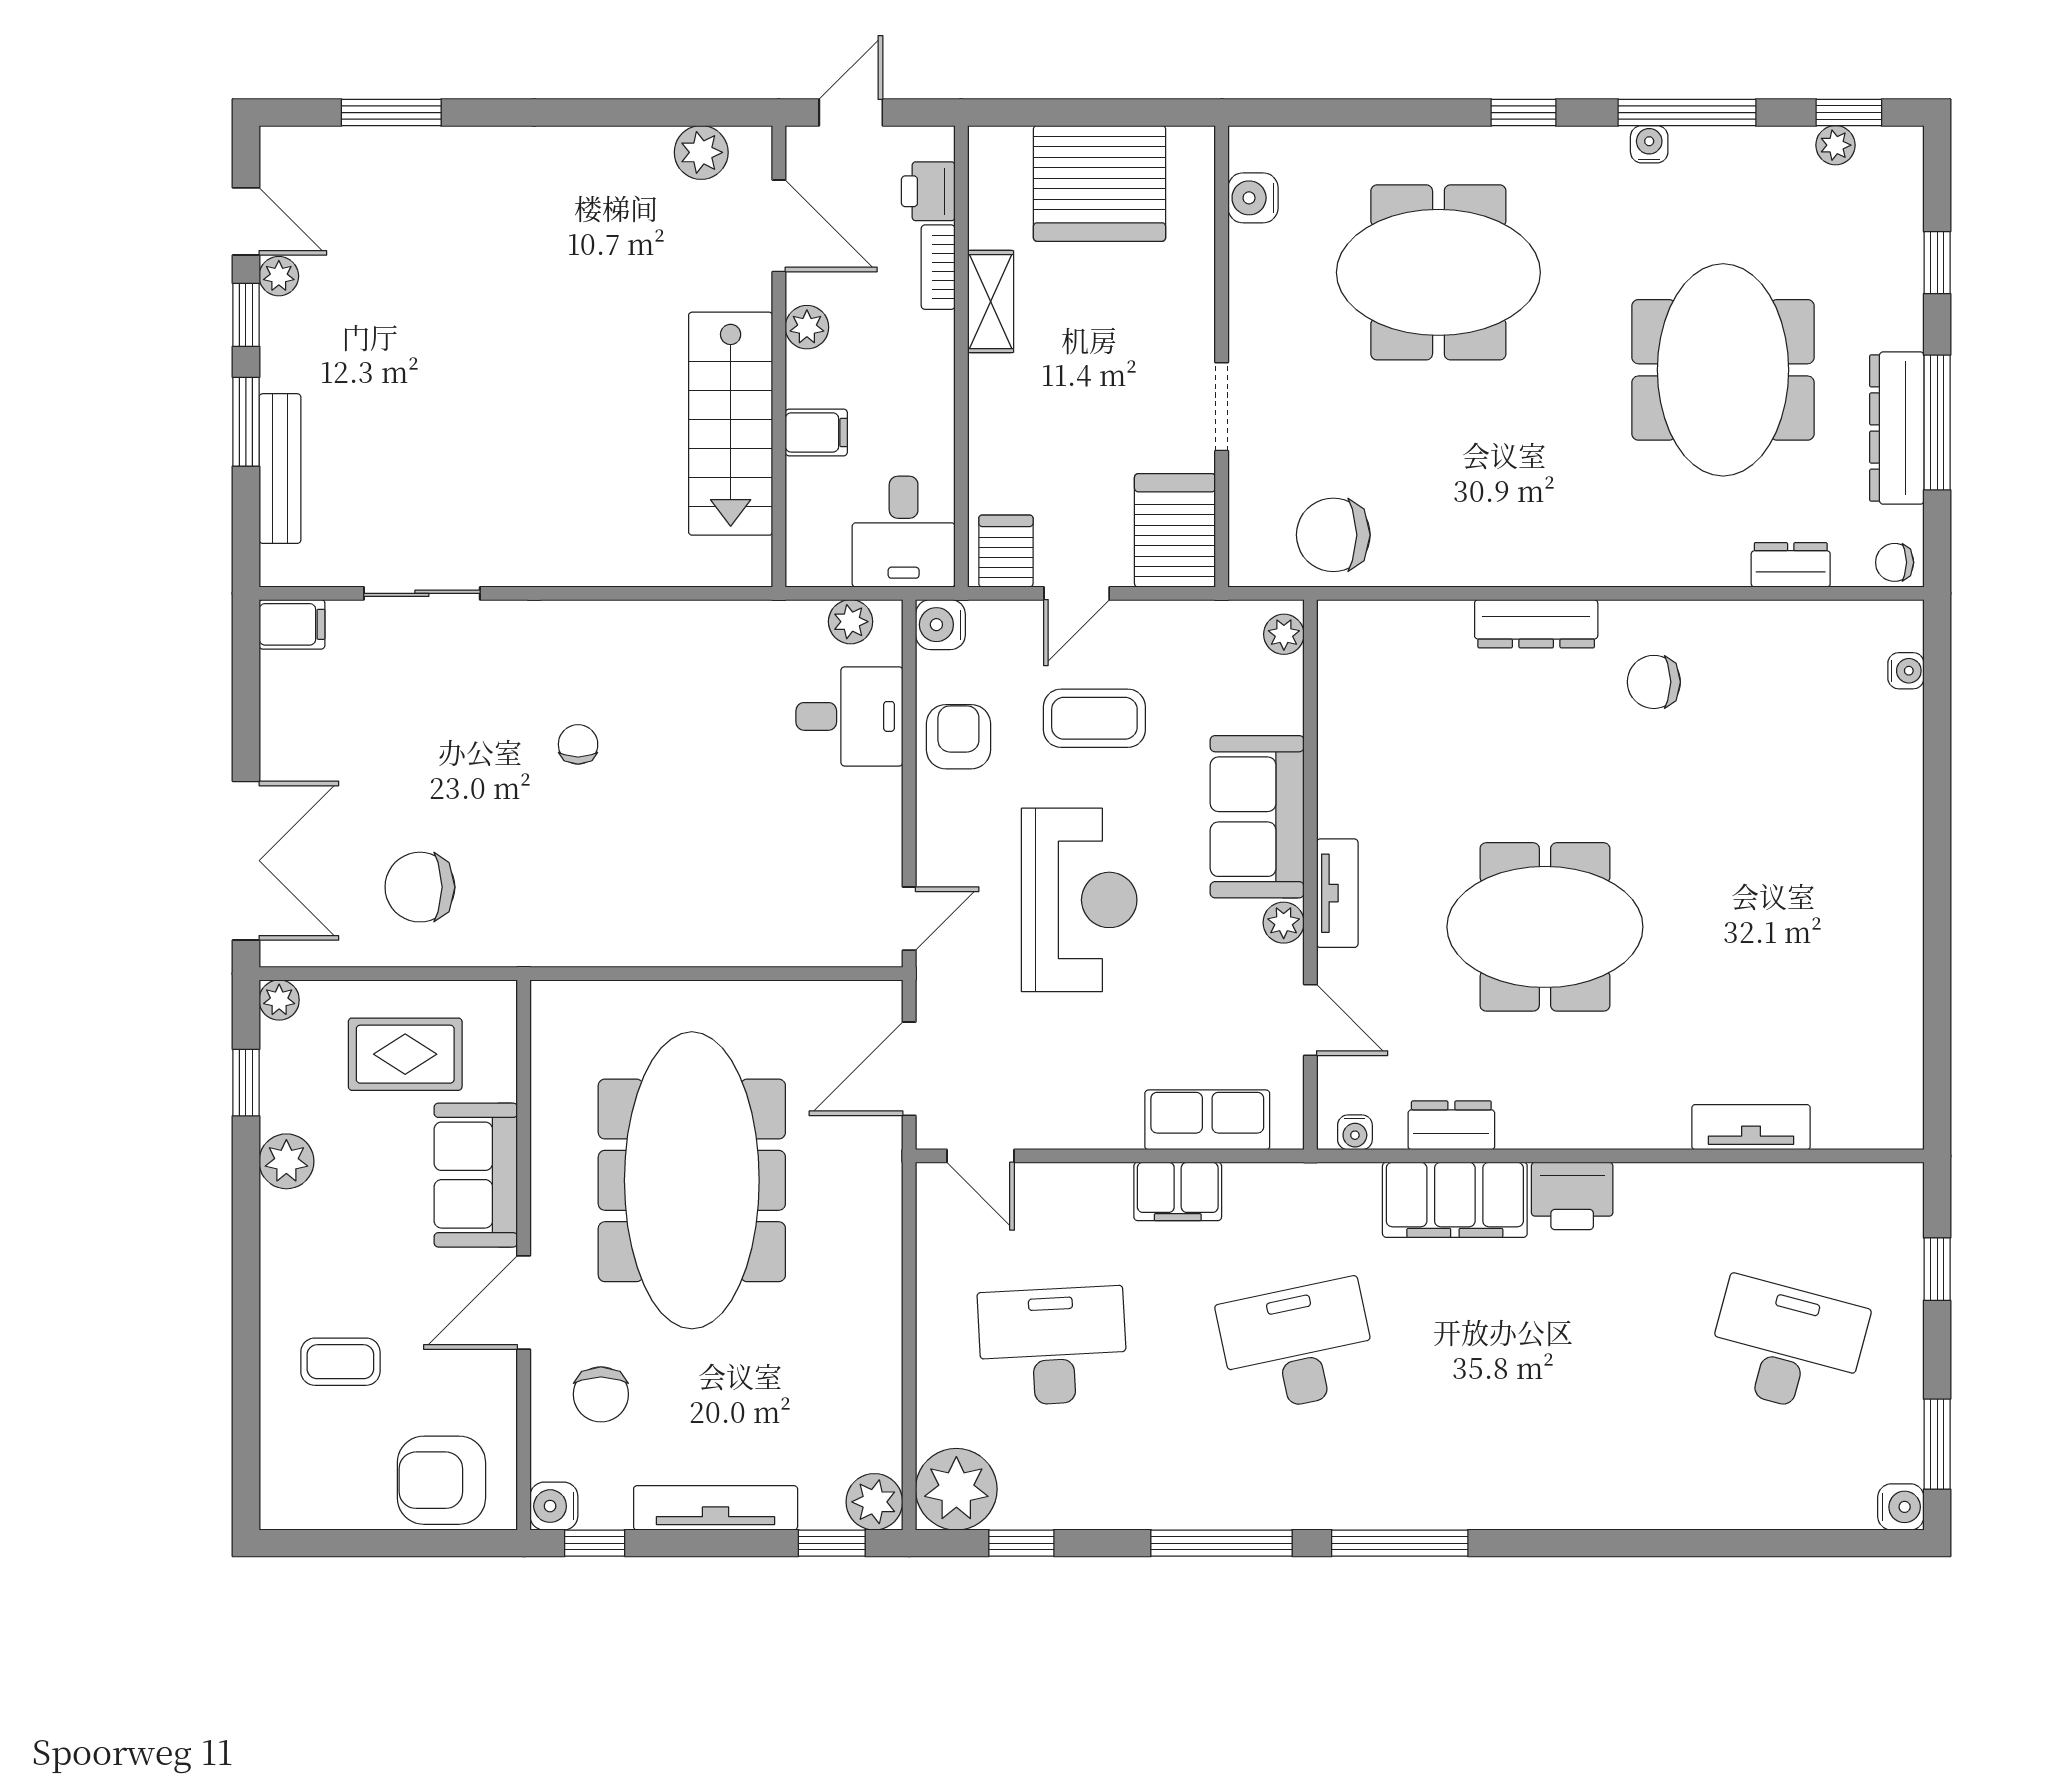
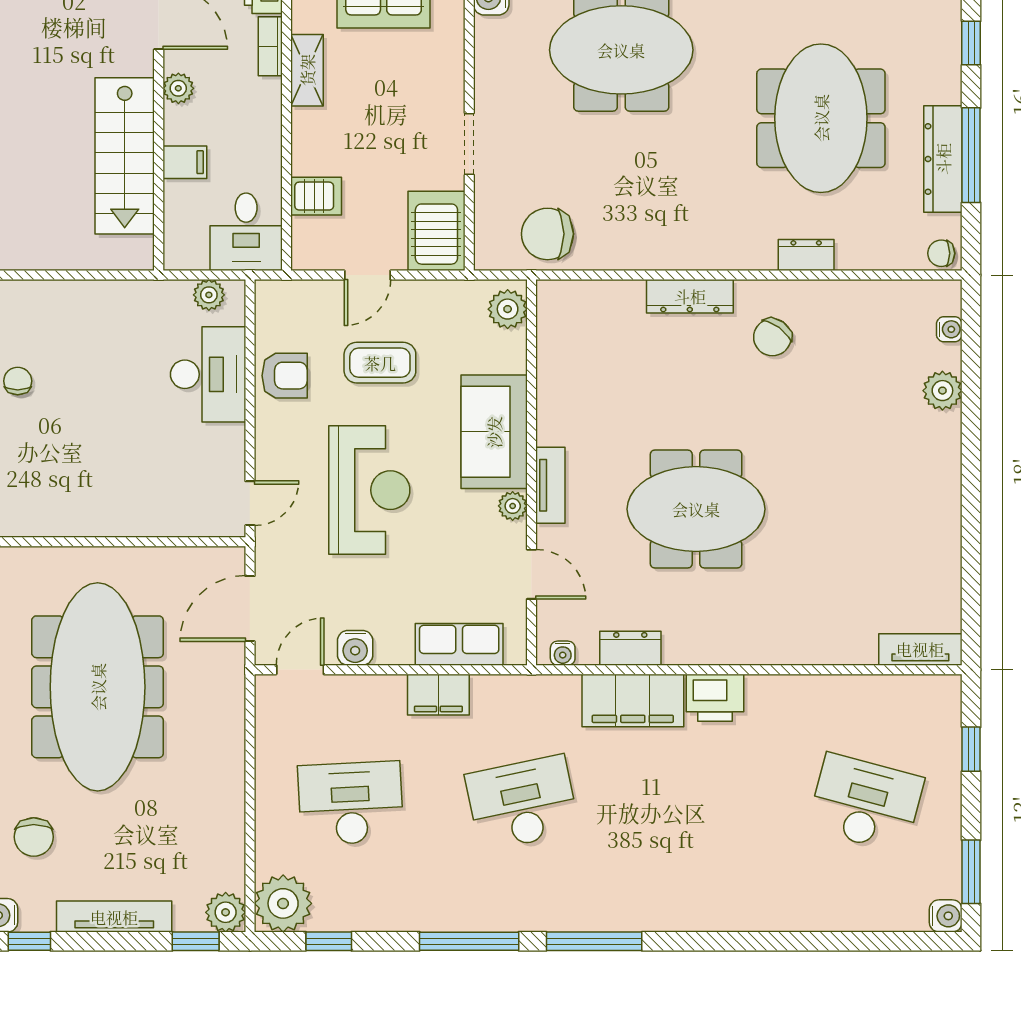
server rack: (1006, 551) -> (316, 196), moved, turned 90
dresser: (1791, 565) -> (806, 255), moved
water cooler: (940, 625) -> (355, 648), moved, turned -90
plant: (1284, 634) -> (508, 309), width x1.38, depth x1.38
chair: (1654, 682) -> (772, 337), turned -54
desk: (849, 716) -> (208, 374), width x1.37
armchair: (958, 737) -> (285, 376), turned 90
plant: (1896, 758) -> (942, 391), added
tv unit: (1751, 1127) -> (920, 649), moved
door: (981, 1156) -> (300, 670), swing flipped

